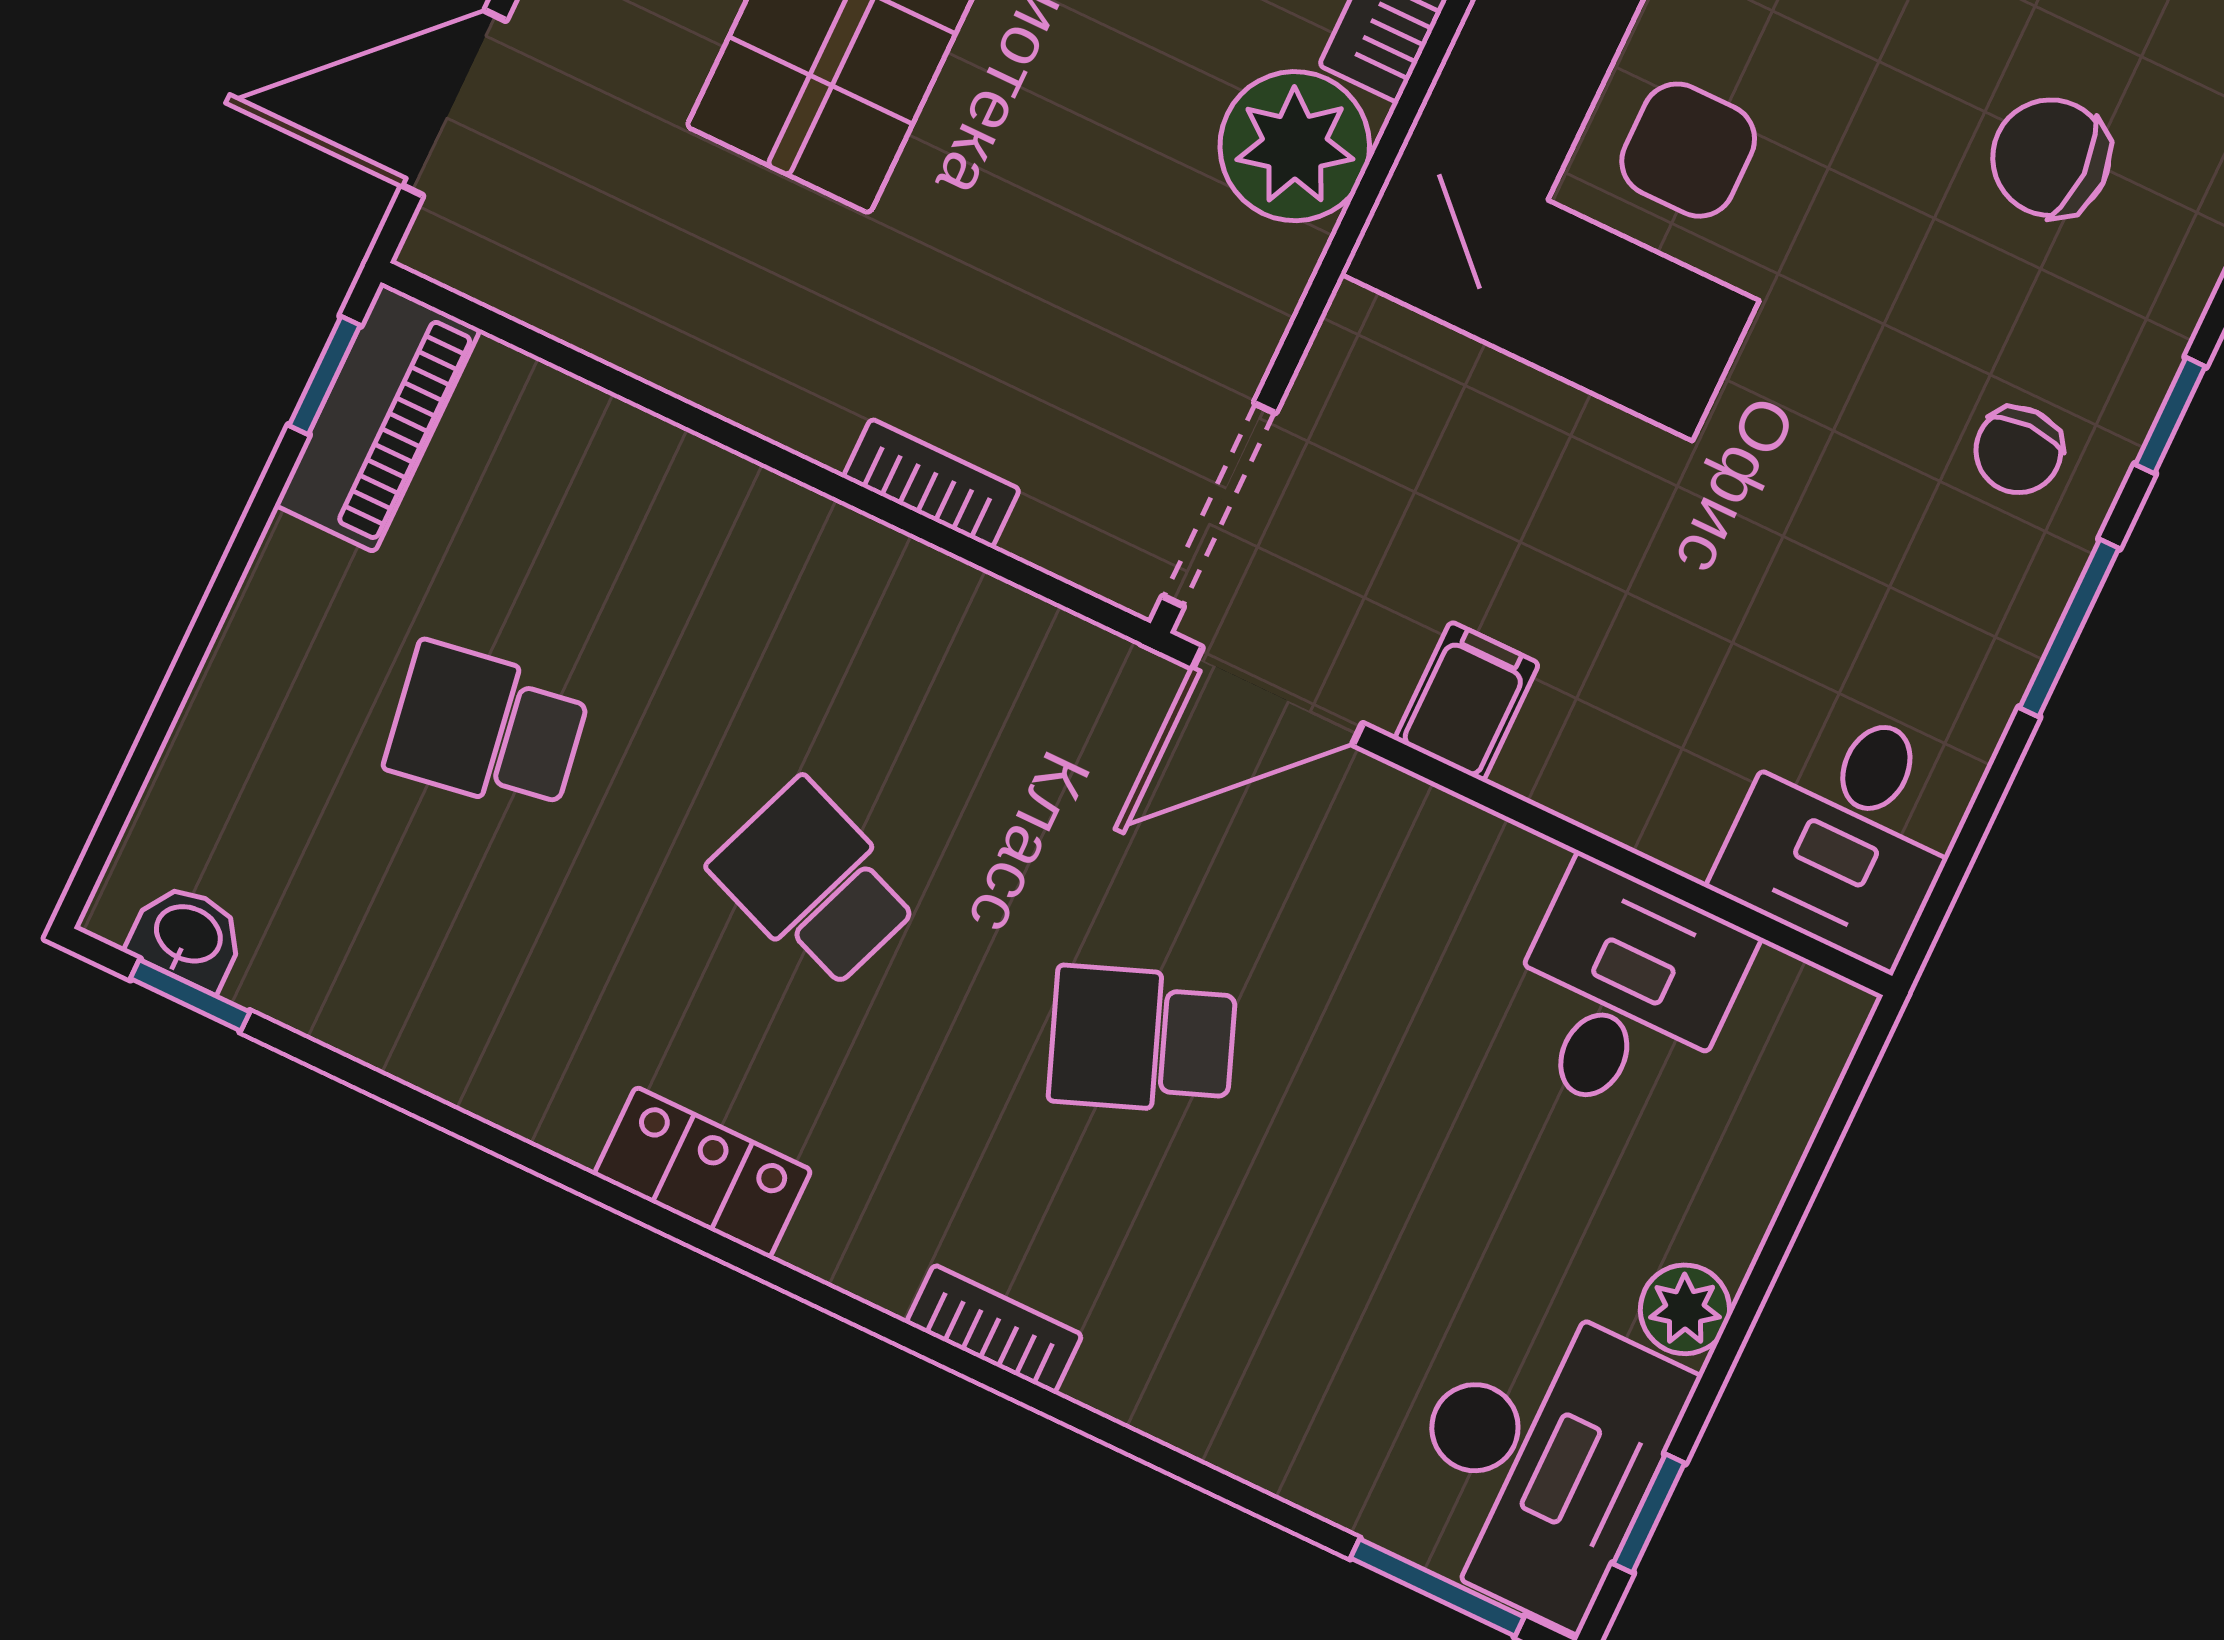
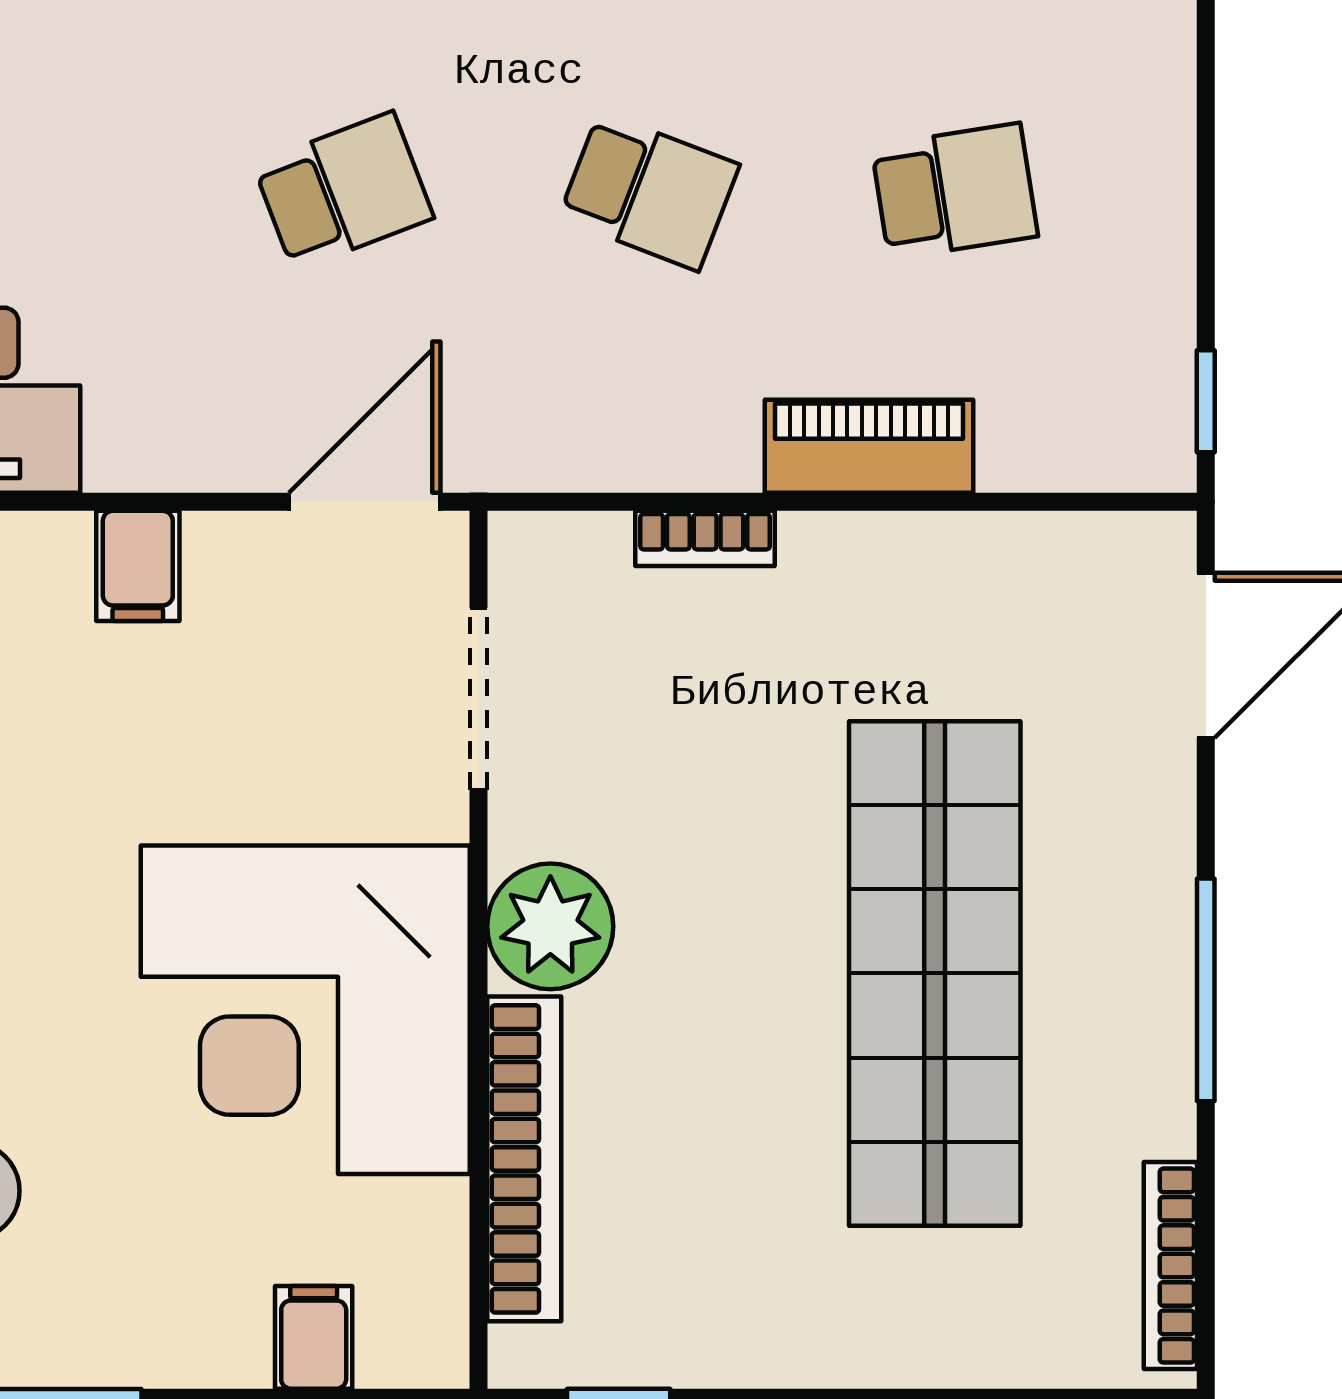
piano: (378, 417) -> (869, 446), moved, turned 90
doorway: (1219, 505) -> (478, 699), moved
filing cabinet: (1467, 701) -> (138, 566), moved

